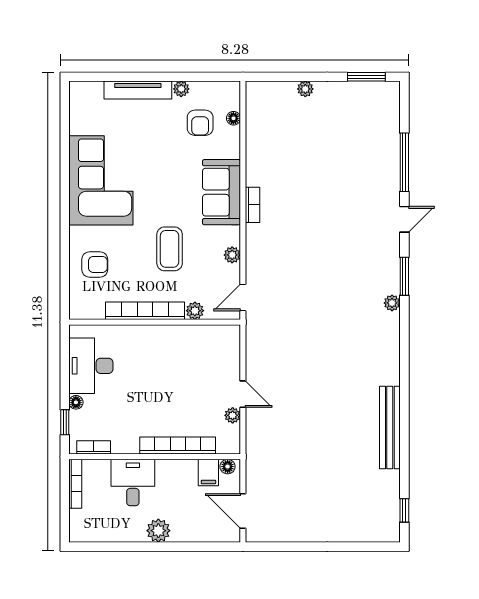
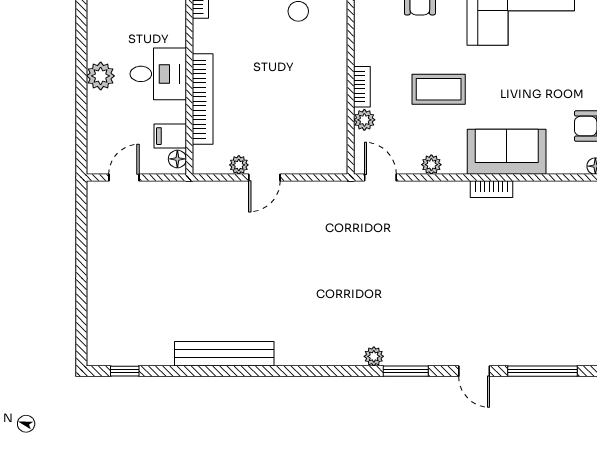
bookcase: (145, 311) -> (362, 87), width x0.43, depth x0.76
desk: (133, 483) -> (158, 74), moved
door: (243, 511) -> (124, 177), width x0.73

